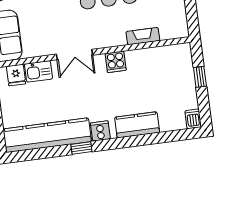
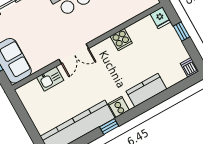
fireplace: (143, 36) -> (123, 17), removed
cooker: (116, 62) -> (121, 40), moved
fridge: (16, 75) -> (160, 18), moved

